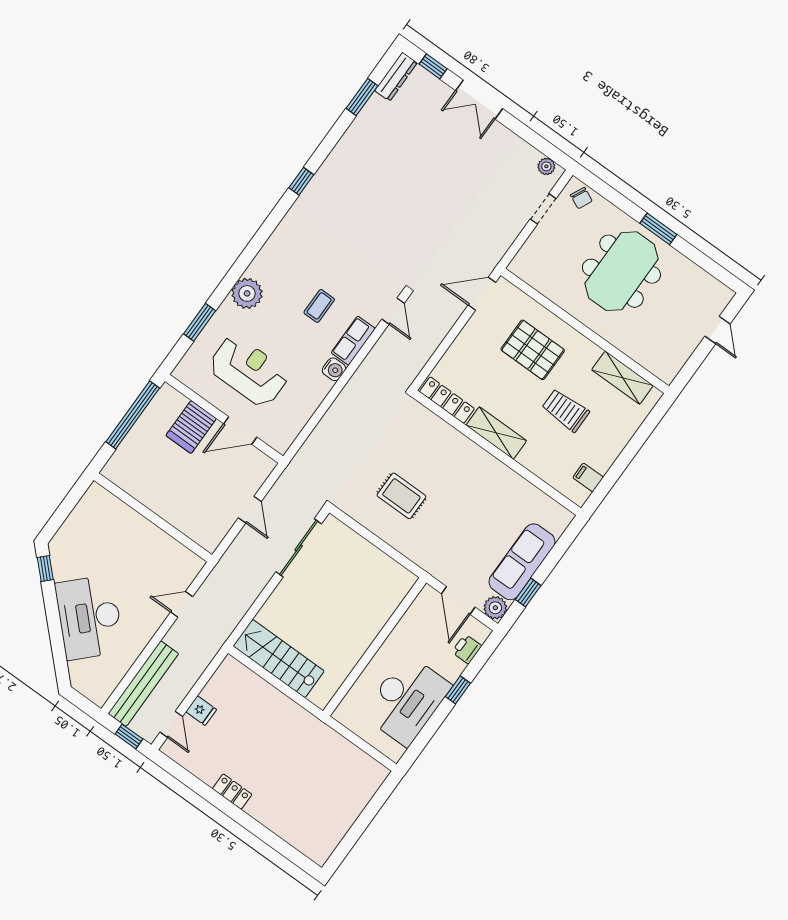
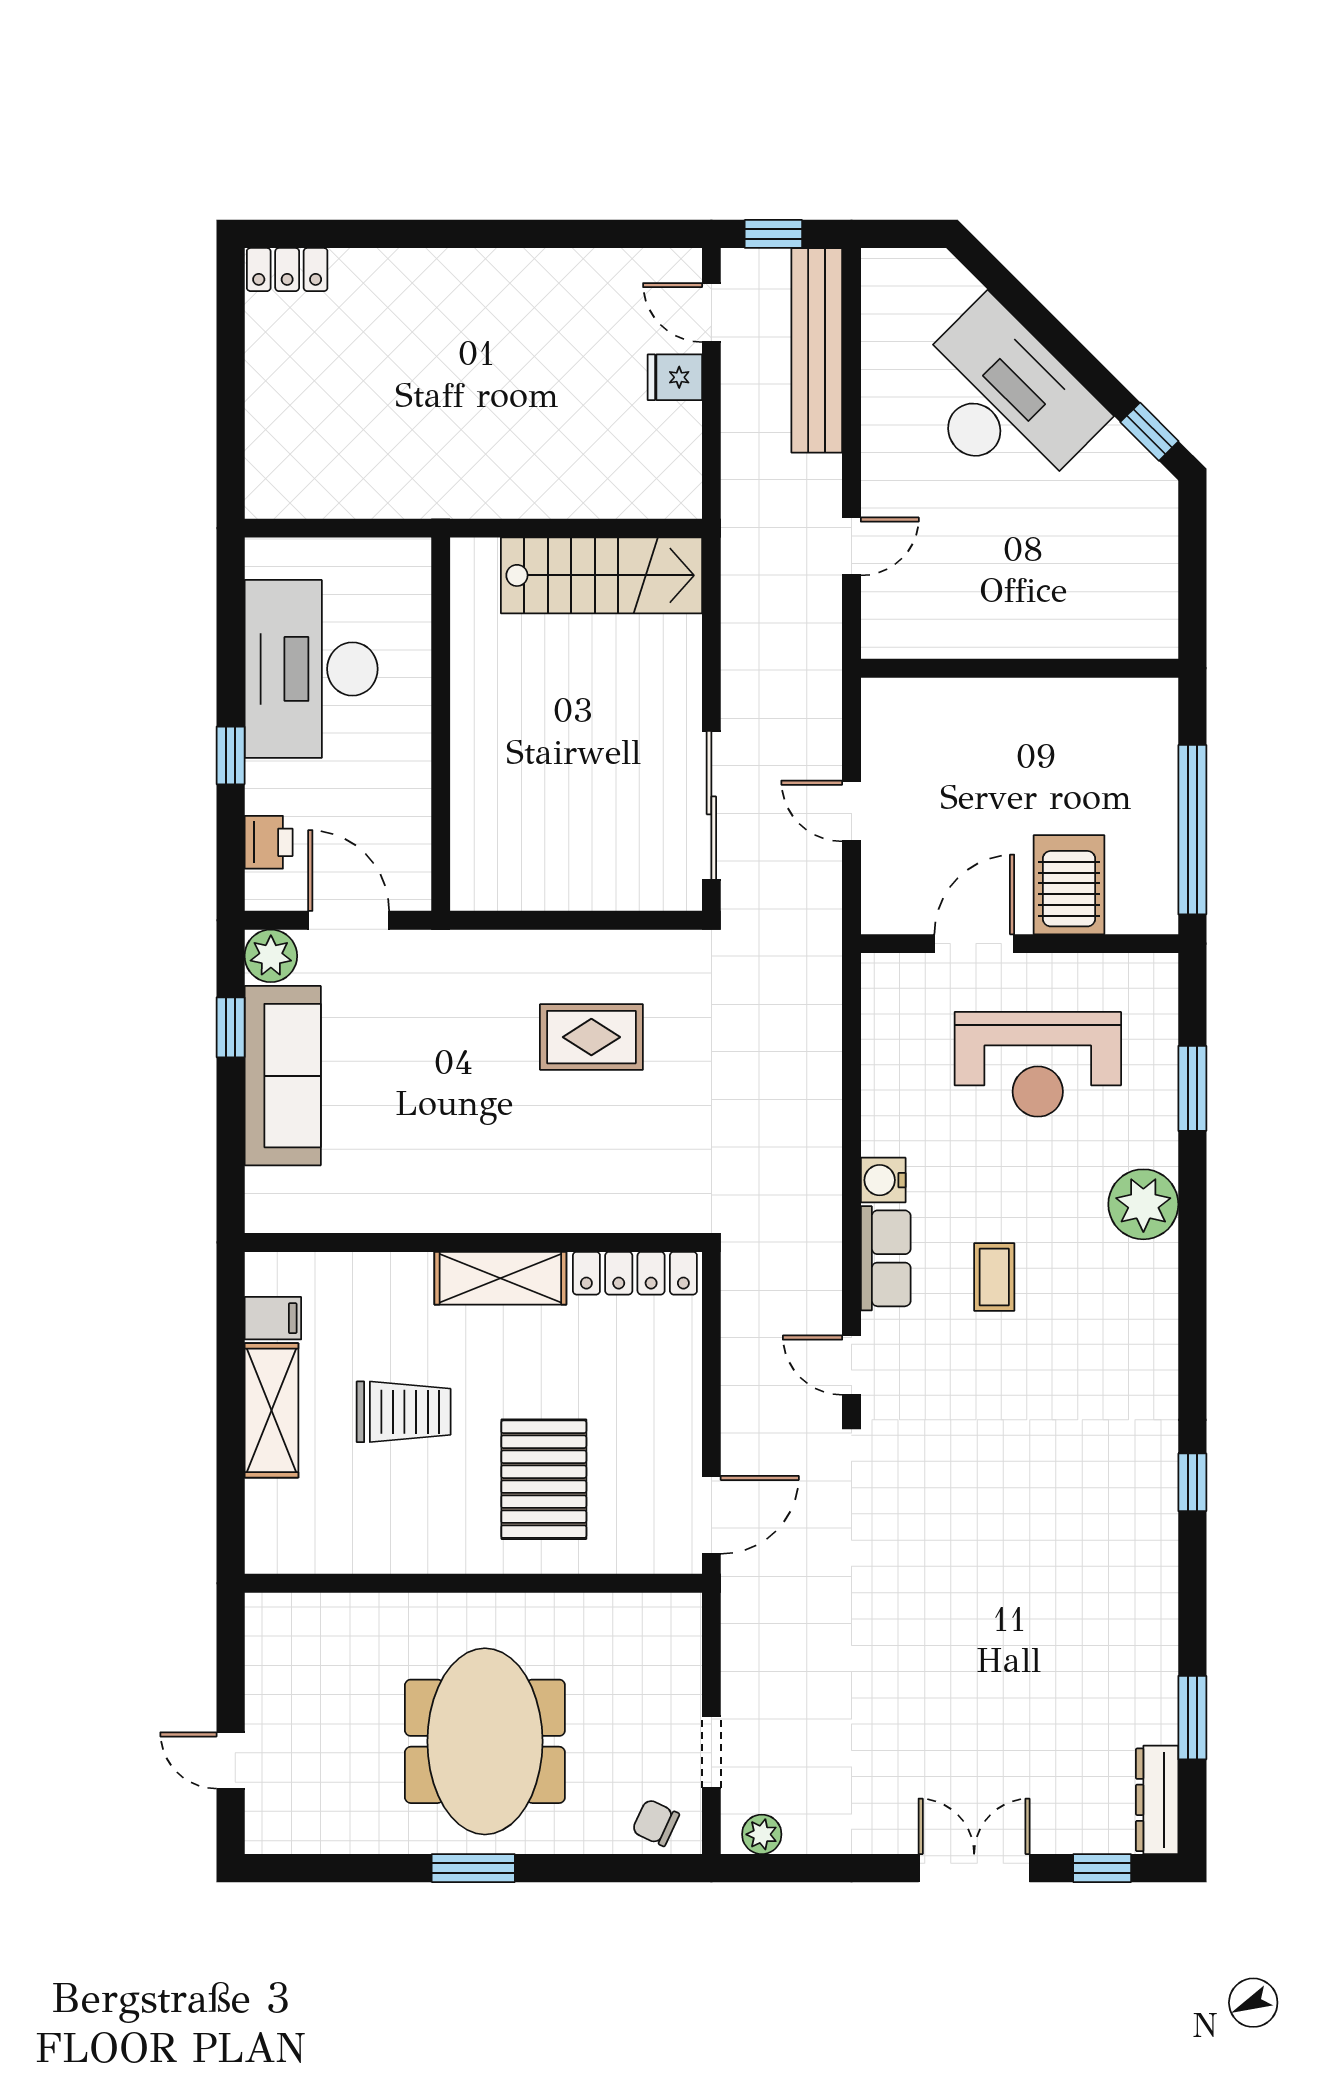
pallet: (533, 350) -> (544, 1479), turned 90
shelving: (622, 378) -> (271, 1410), moved, turned 90
locker: (232, 792) -> (287, 270), moved

